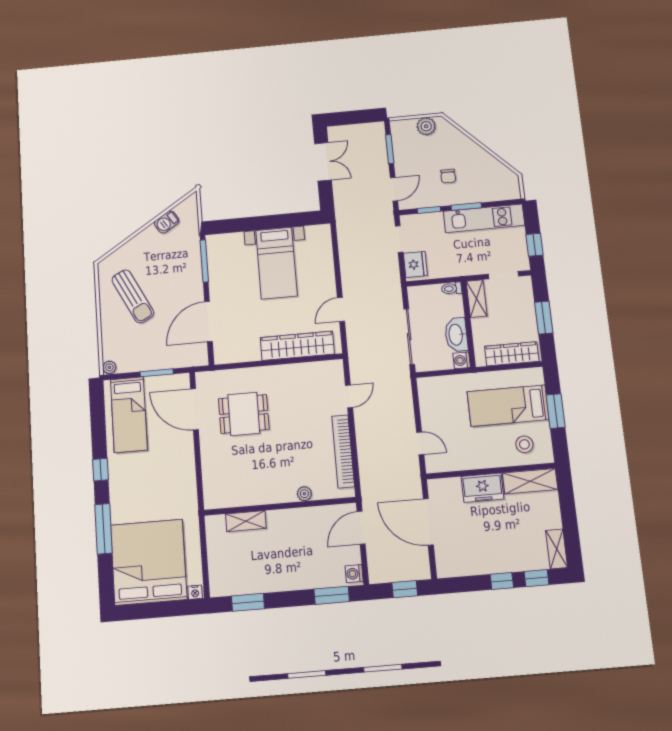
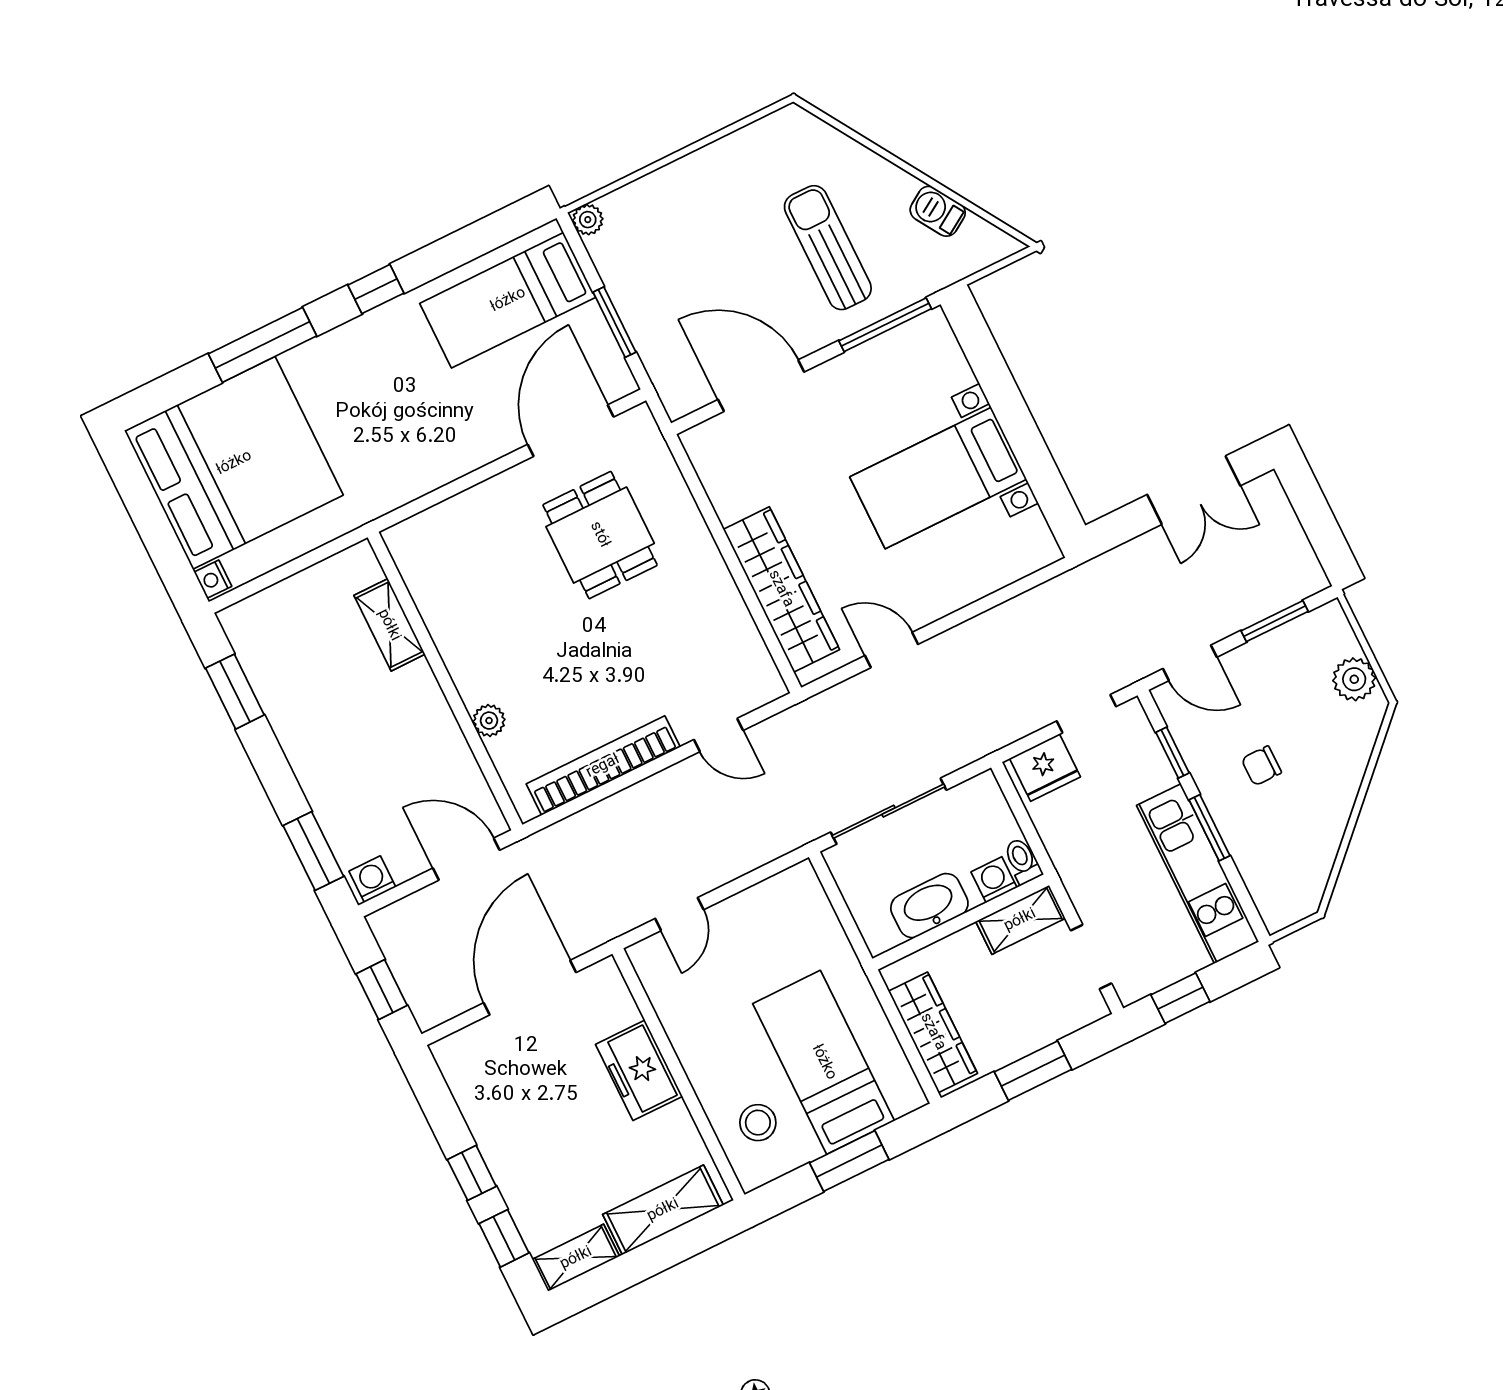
sun lounger: (133, 296) -> (828, 248), moved, turned 117
washing machine: (462, 360) -> (994, 880), moved
shelving: (530, 481) -> (663, 1210), moved, turned 90

